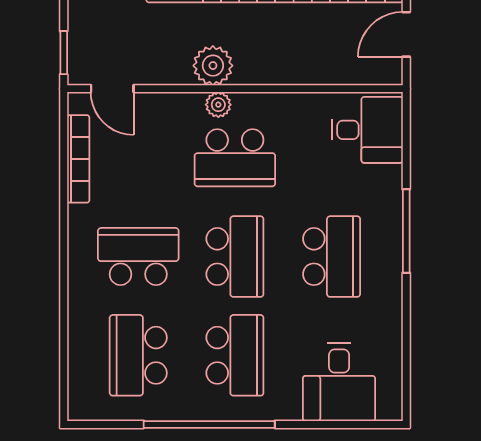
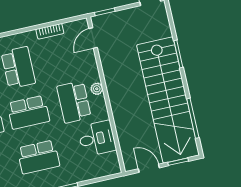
plant: (213, 66) -> (114, 82), removed
desk: (367, 130) -> (97, 139), moved, turned -90
bookcase: (78, 159) -> (50, 31), width x0.64

